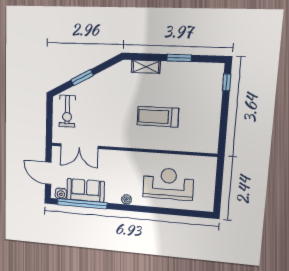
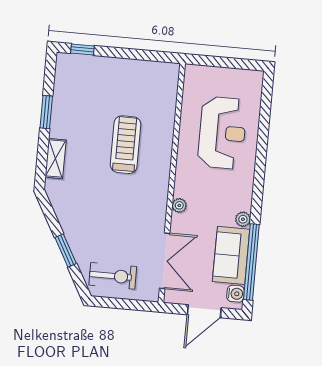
treadmill: (158, 117) -> (126, 145), turned 180
plant: (117, 155) -> (179, 205), added
reception desk: (168, 184) -> (222, 133), turned 180
plant: (126, 199) -> (243, 219), moved

